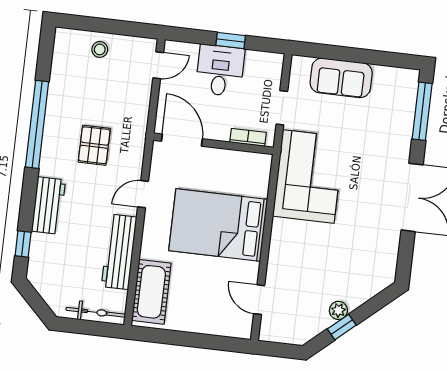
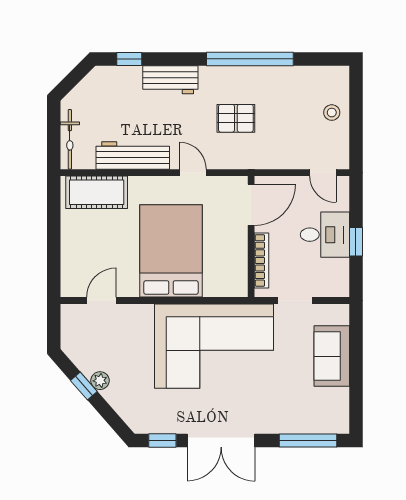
bookcase: (248, 137) -> (262, 260), width x1.56
corner sofa: (308, 176) -> (214, 346), width x1.36, depth x1.36
window: (405, 256) -> (162, 441), added

